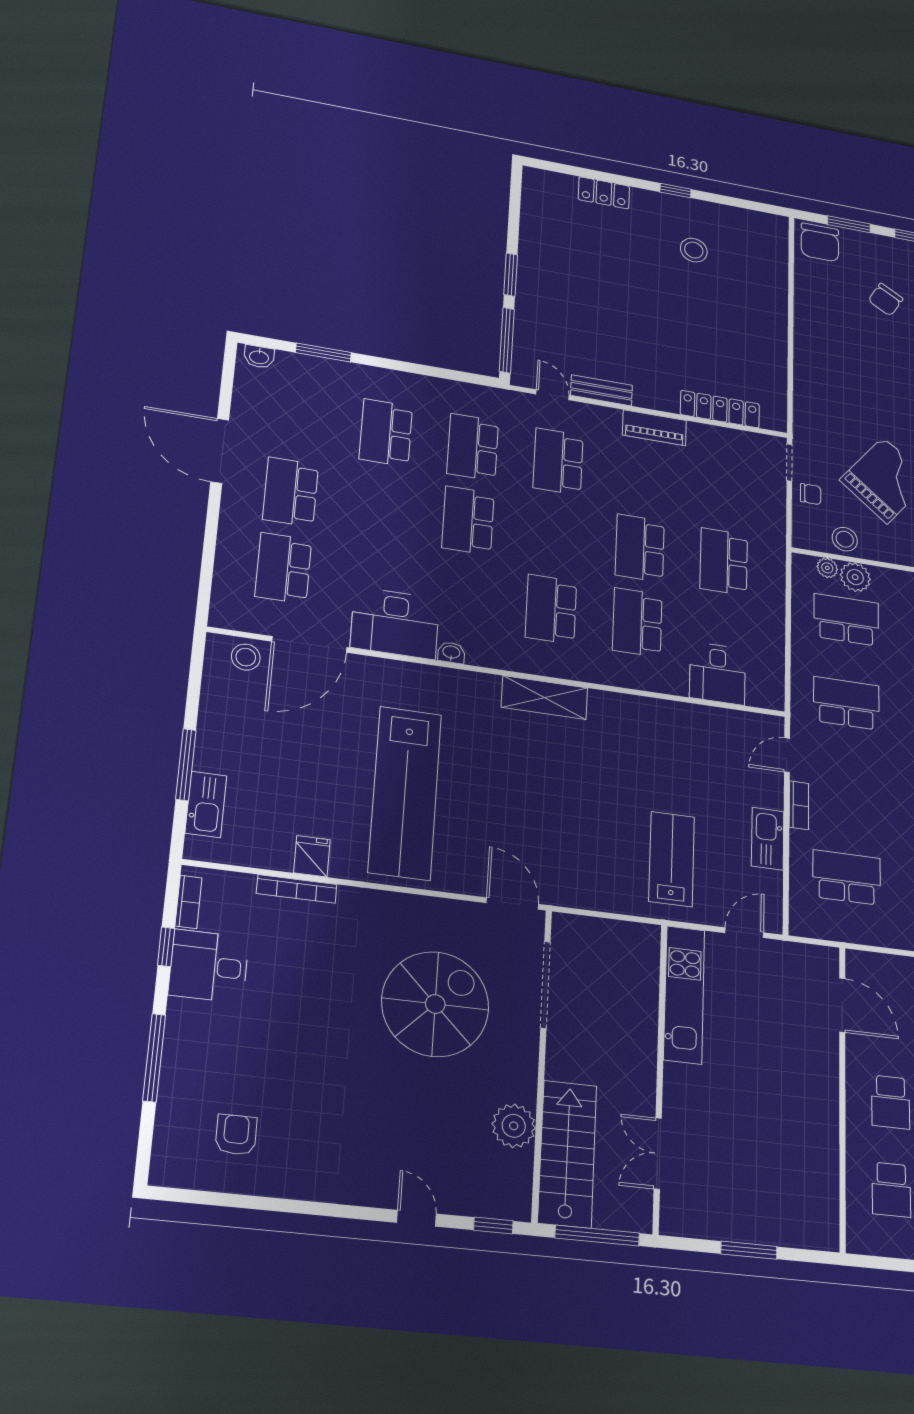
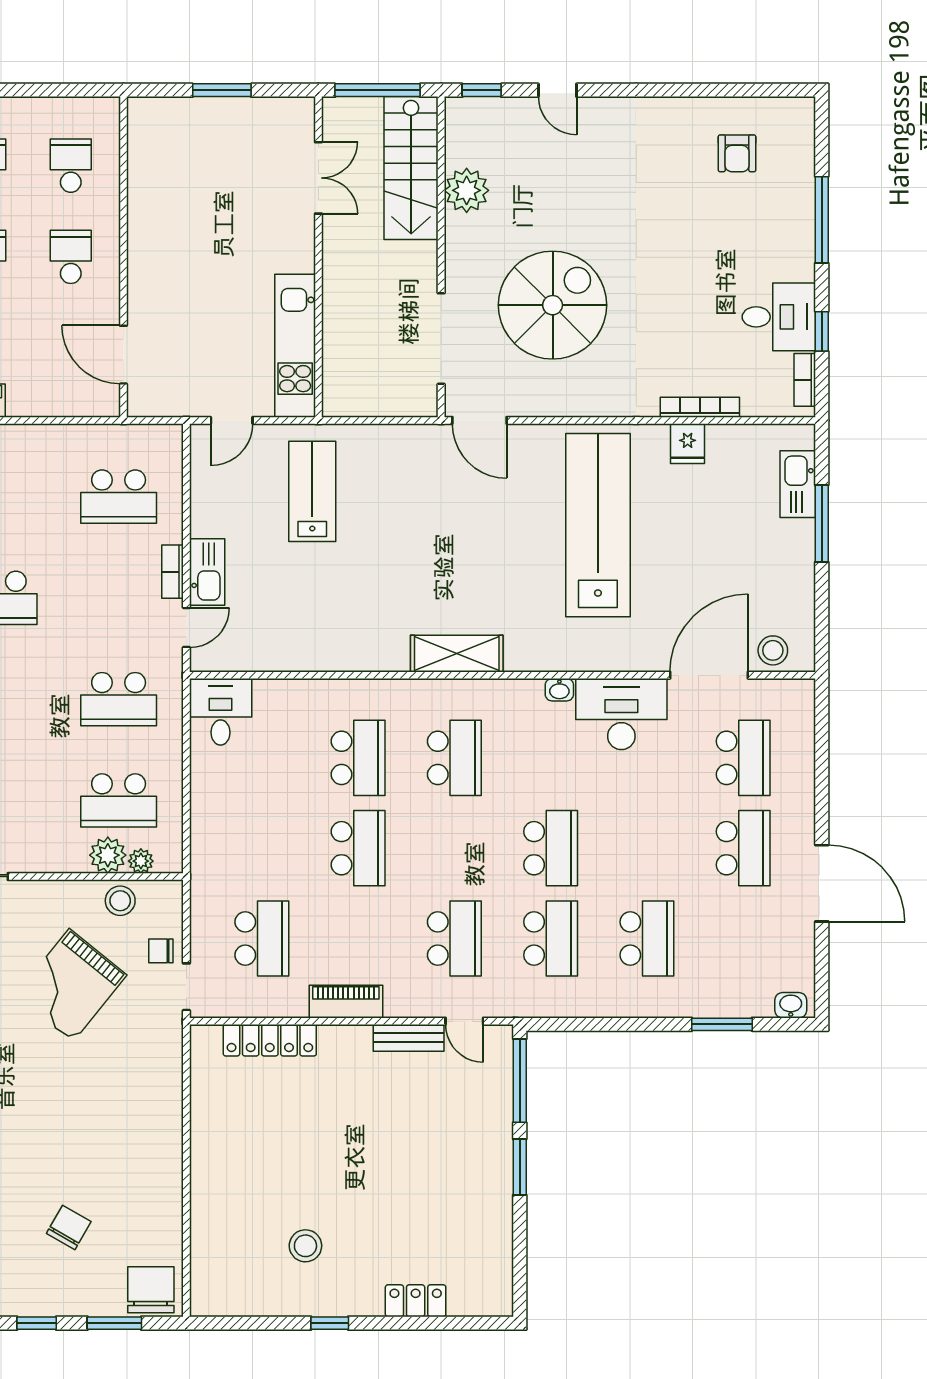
school desk: (724, 562) -> (262, 938), moved
desk: (717, 673) -> (221, 712), moved
kitchen sink: (768, 839) -> (207, 572), moved
lab bench: (672, 859) -> (312, 491), turned 180
spiral stairs: (435, 1004) -> (553, 305), turned 180

